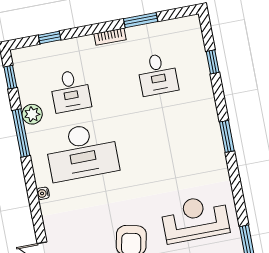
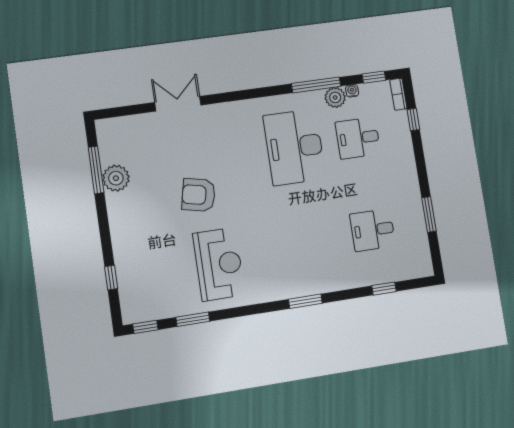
bookcase: (110, 37) -> (398, 94), moved
water cooler: (43, 193) -> (352, 91), moved

